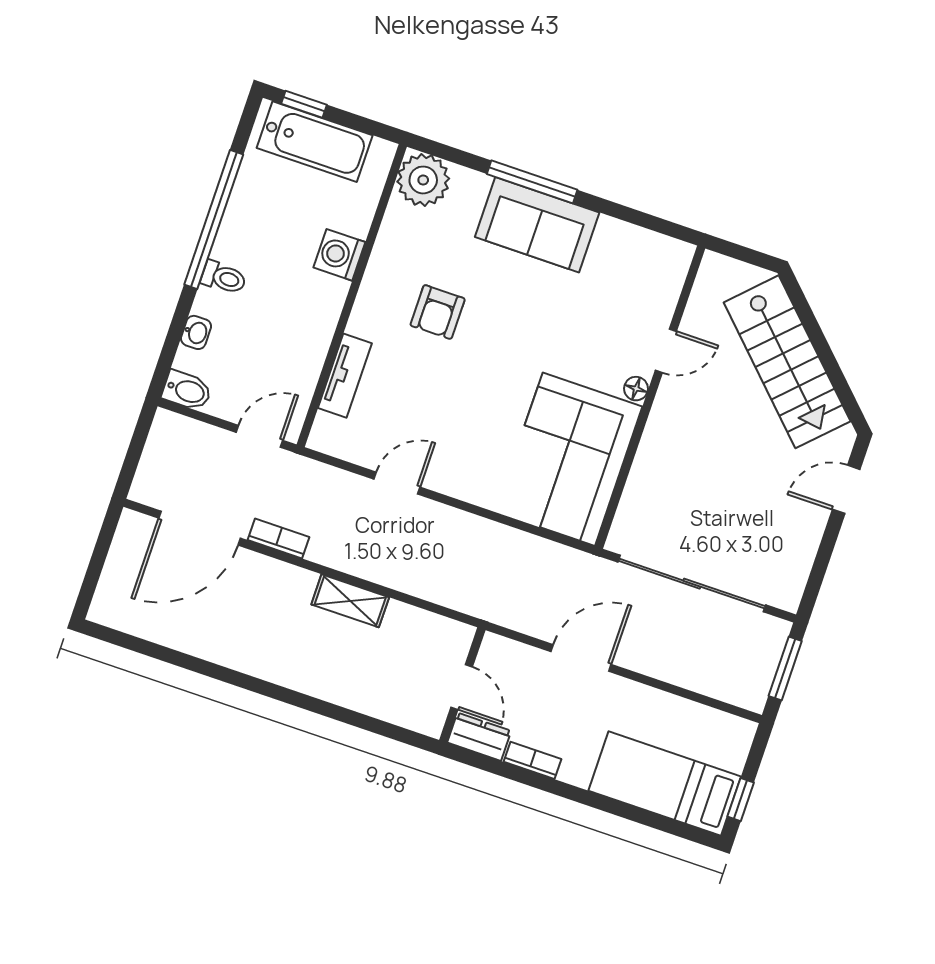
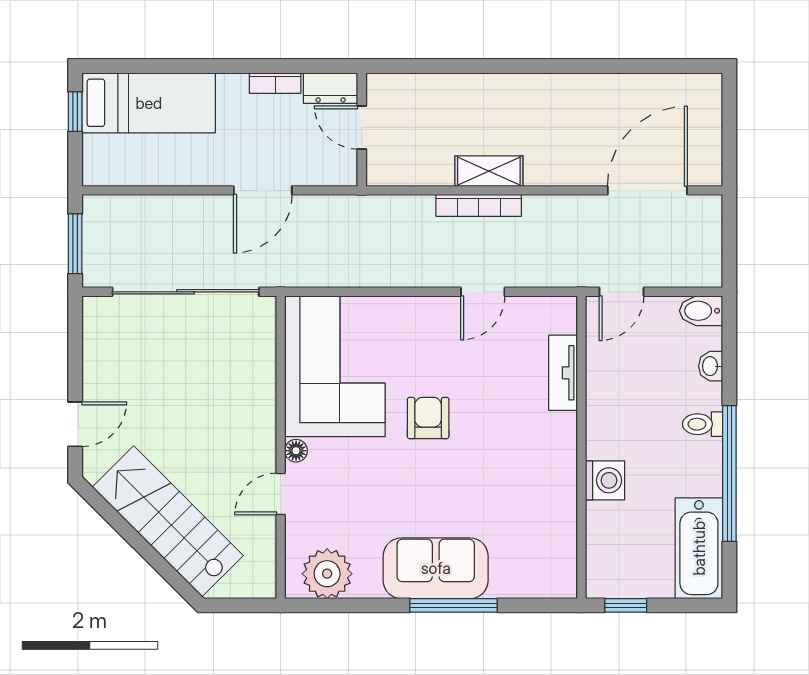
window: (304, 104) -> (626, 605), moved
bathtub: (315, 142) -> (699, 548), moved, turned -90
plant: (423, 180) -> (327, 574), moved
armchair: (438, 312) -> (428, 418), moved
bookcase: (278, 538) -> (479, 205), moved, width x1.56

